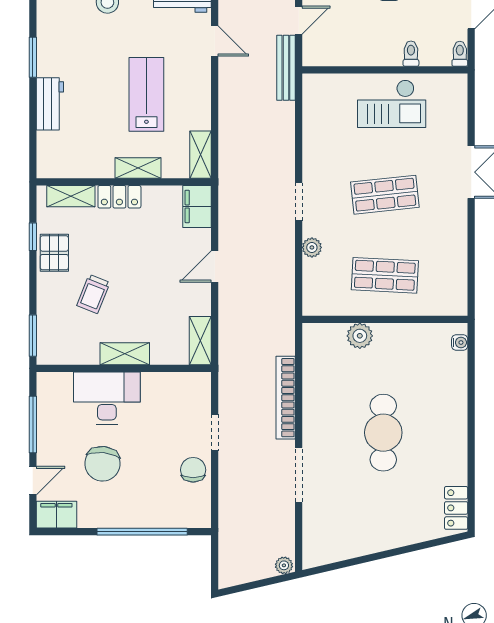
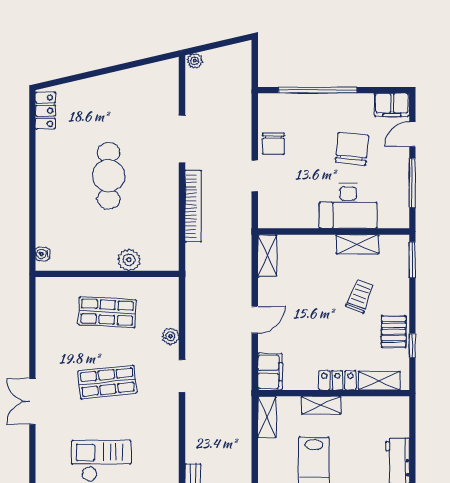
shelving: (125, 354) -> (357, 244), moved

